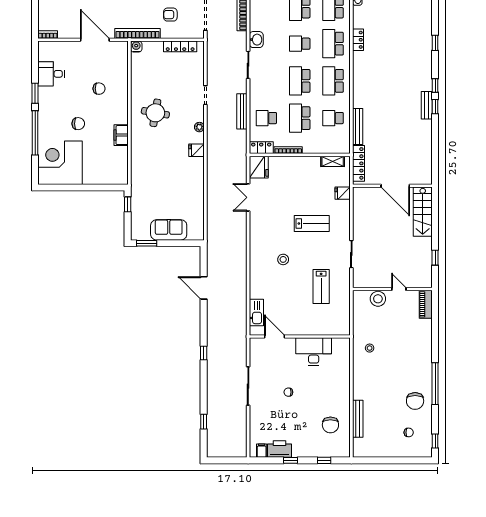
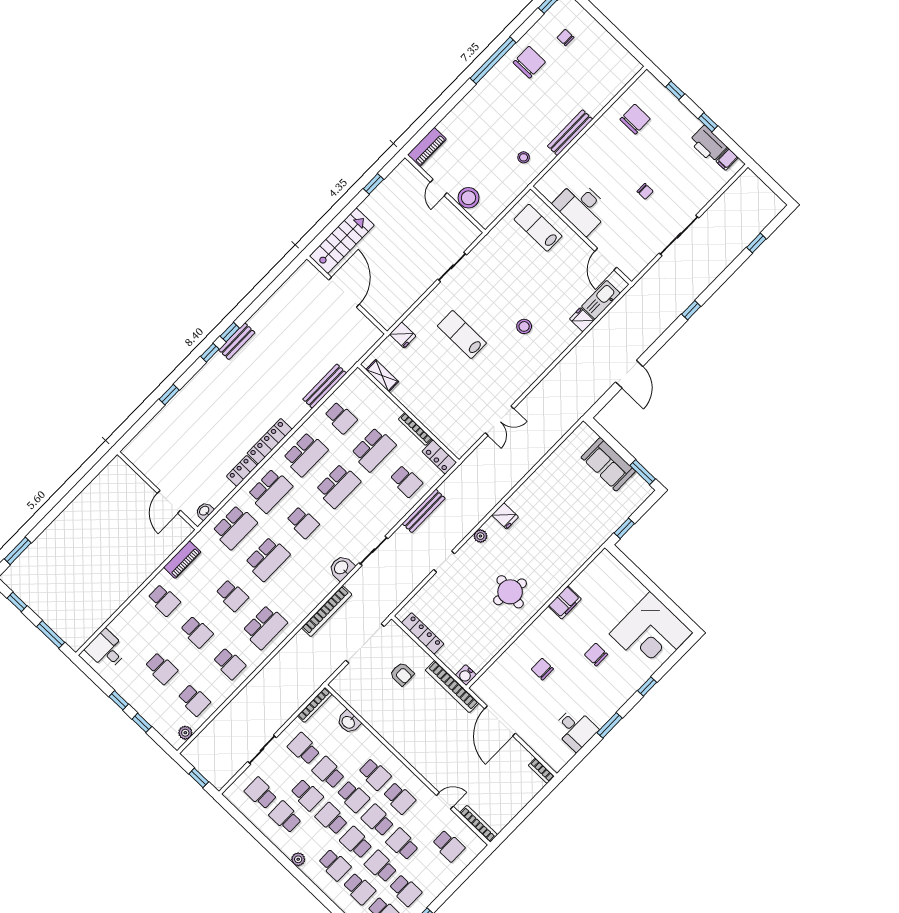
window: (35, 133) -> (647, 686), width x0.32
locker: (358, 163) -> (270, 441), moved
fridge: (259, 167) -> (582, 320), moved, width x0.53, depth x0.75
lab bench: (321, 286) -> (538, 228), moved, turned -90
bench: (358, 419) -> (570, 133), moved

